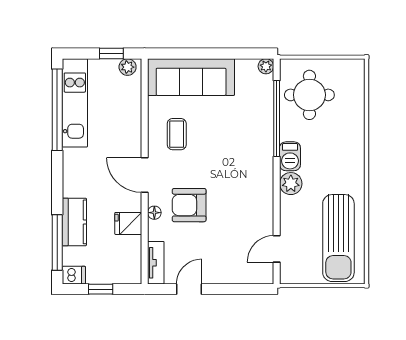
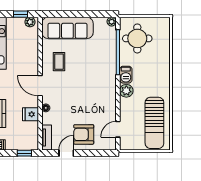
armchair: (189, 205) -> (84, 134), moved
window: (101, 289) -> (24, 153), moved

